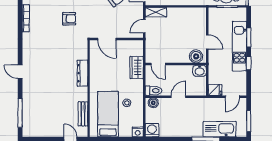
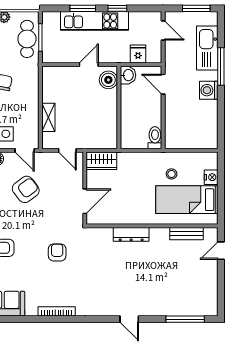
shelving: (156, 12) -> (48, 117), moved
door: (158, 64) -> (119, 131), removed
wardrobe: (137, 68) -> (101, 161), moved
door: (20, 72) -> (129, 319), hinge flipped
fridge: (215, 90) -> (138, 54), moved
door: (178, 97) -> (163, 84), moved
boiler: (153, 103) -> (171, 138), removed
washing machine: (152, 130) -> (209, 90), moved
nightstand: (138, 132) -> (211, 177), moved

